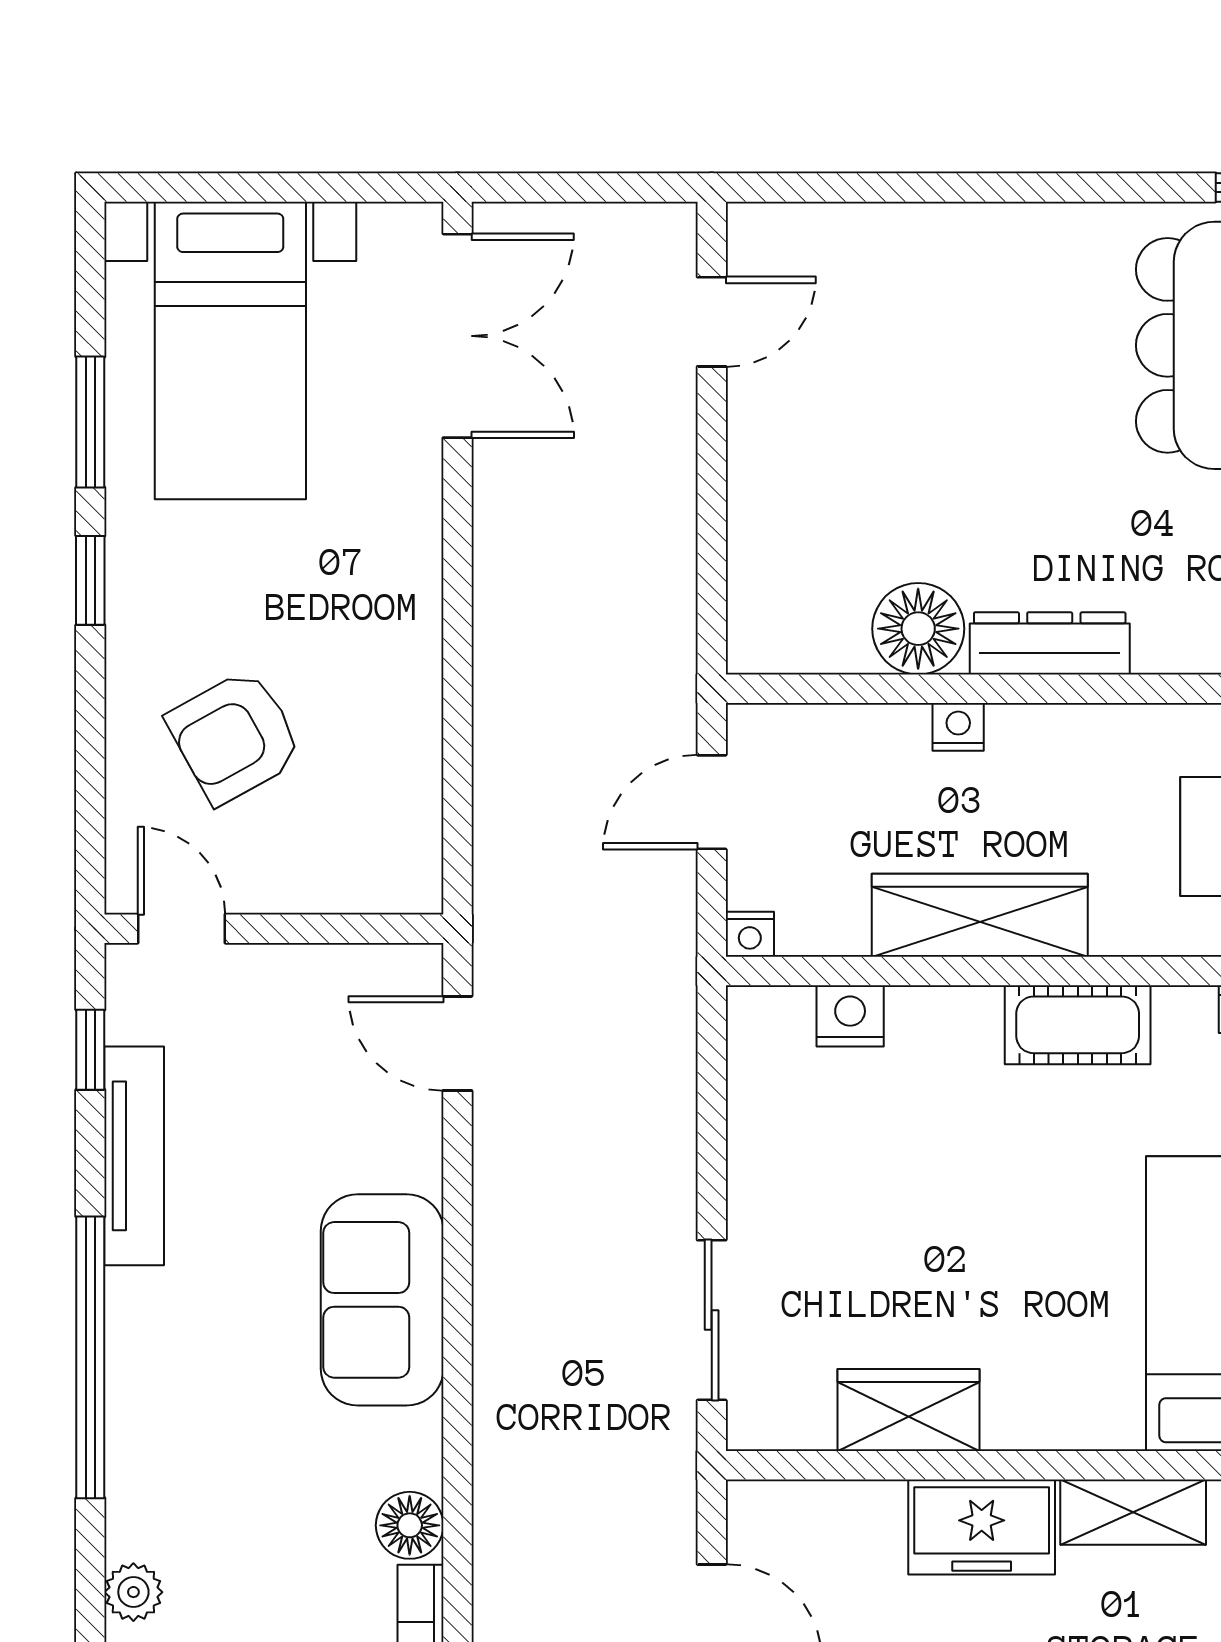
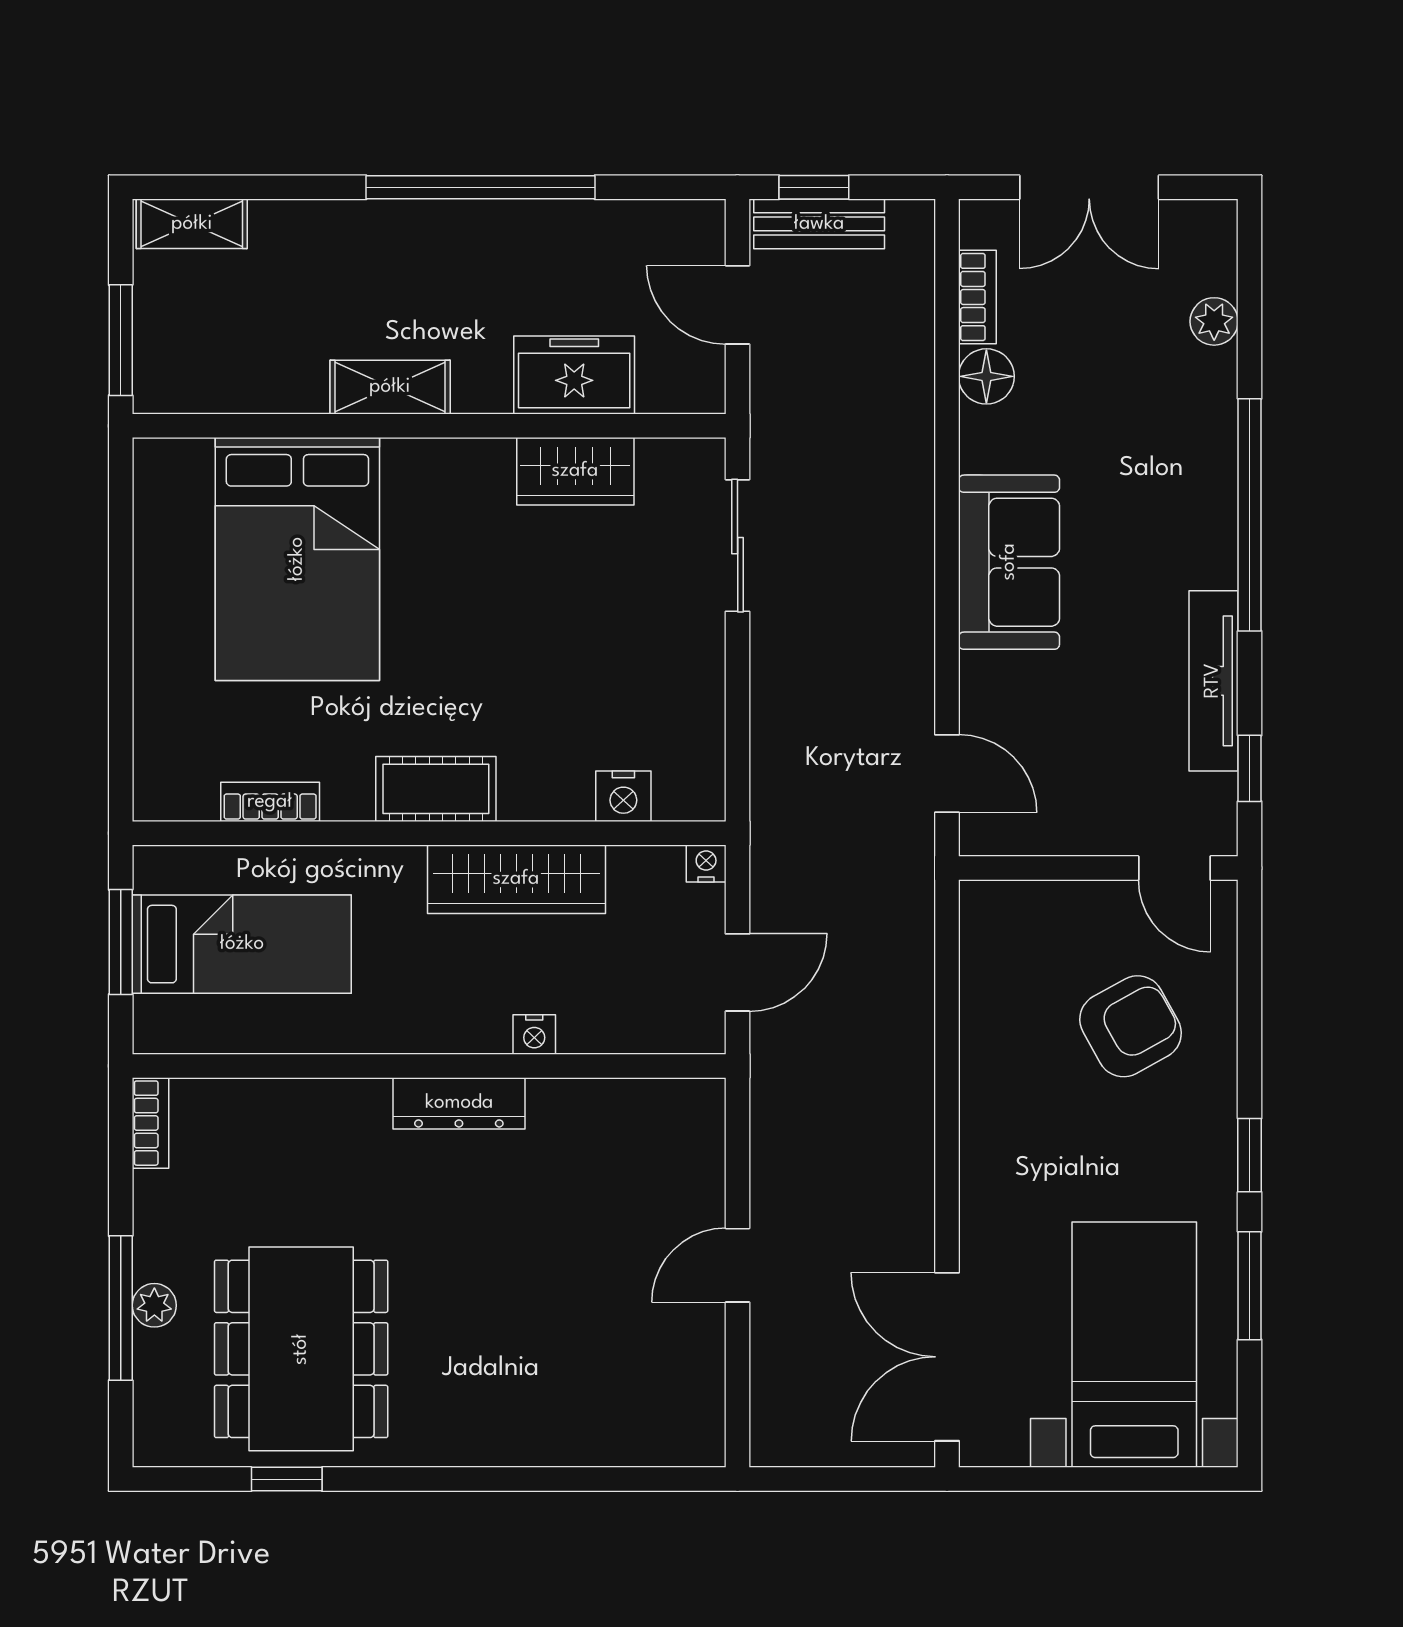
door: (712, 322) -> (738, 1265), moved
floor lamp: (918, 629) -> (567, 1115), removed
freezer: (982, 1527) -> (574, 375), moved

